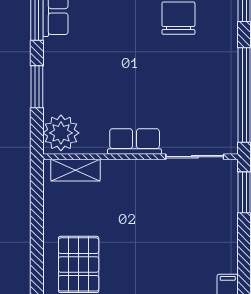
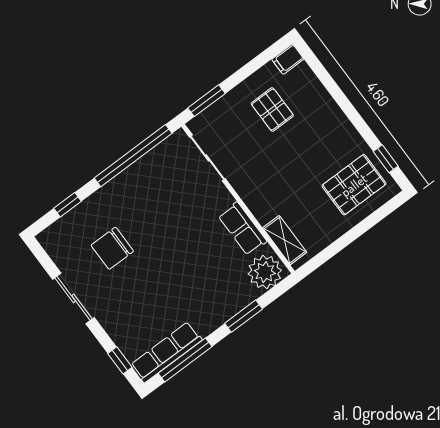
row of seats: (135, 141) -> (242, 229), moved
pallet: (195, 243) -> (272, 110), added

